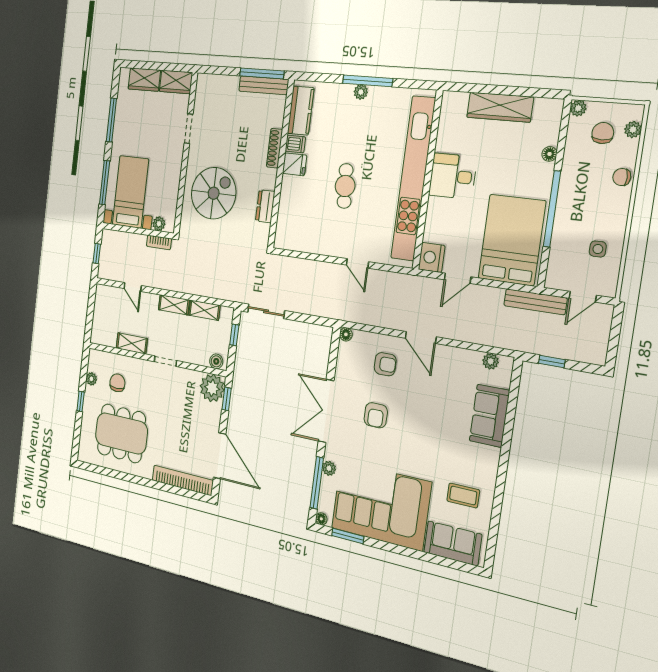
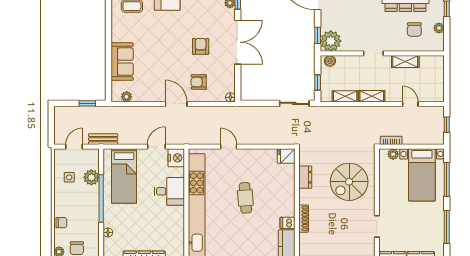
fridge: (294, 164) -> (286, 156), moved
desk: (453, 176) -> (169, 191), moved
bed: (512, 240) -> (124, 176), width x0.67
plant: (562, 244) -> (91, 177), added
bench: (535, 302) -> (103, 139), width x0.73

